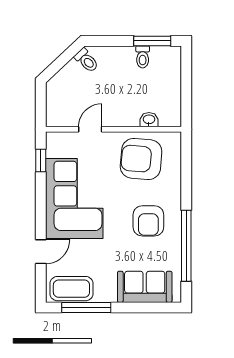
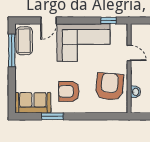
window: (186, 246) -> (52, 116), width x0.47
door: (41, 252) -> (49, 21), hinge flipped
sofa: (145, 287) -> (33, 103), moved, turned -90

